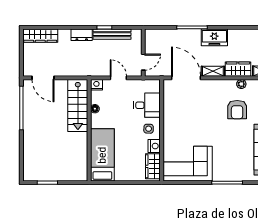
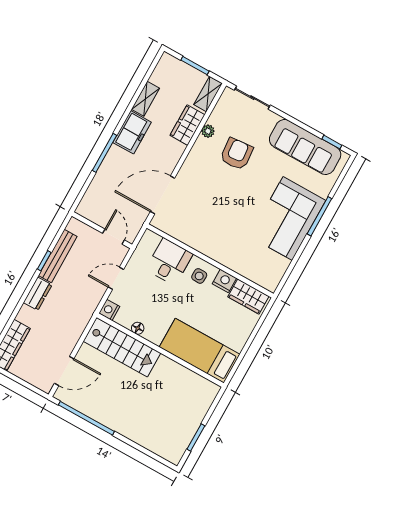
shelving: (213, 71) -> (145, 99), moved
armchair: (237, 110) -> (237, 154), turned -95
corner sofa: (188, 164) -> (288, 218), moved

